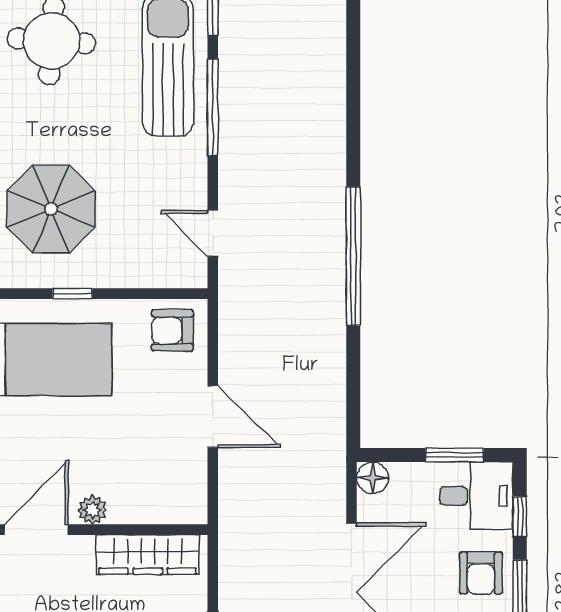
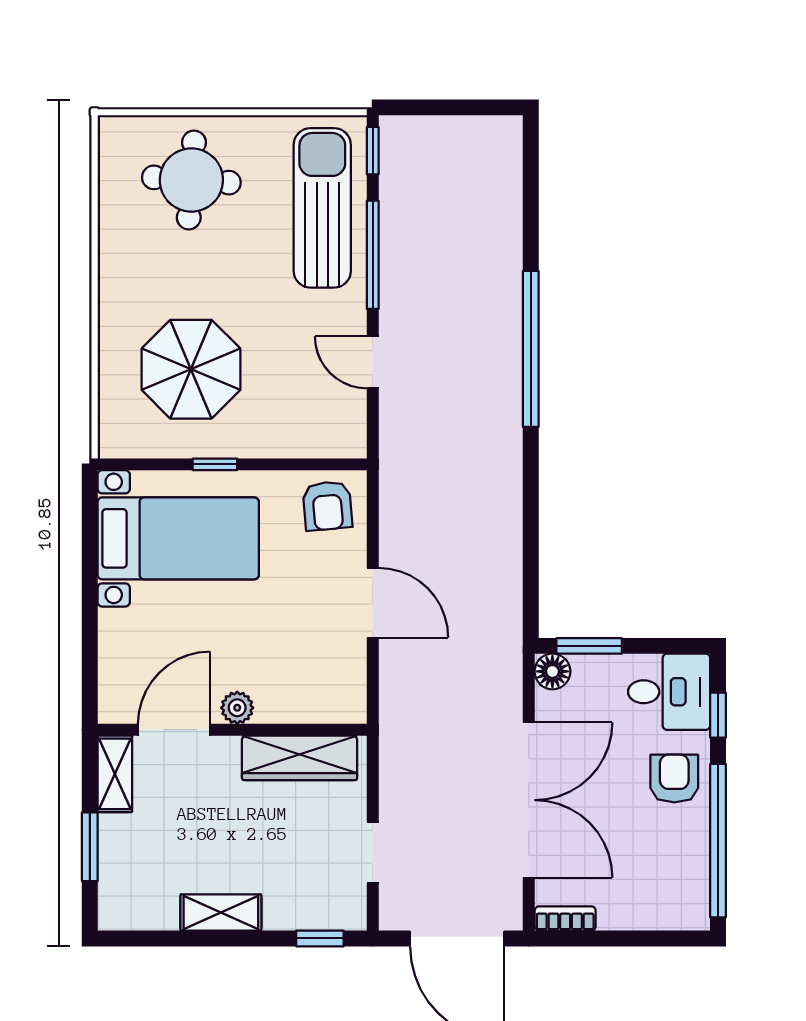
door: (213, 233) -> (373, 362), moved
window: (353, 256) -> (531, 349), moved
armchair: (173, 330) -> (327, 506), turned -95
window: (455, 455) -> (589, 646), moved
armchair: (481, 573) -> (674, 778), turned 180

